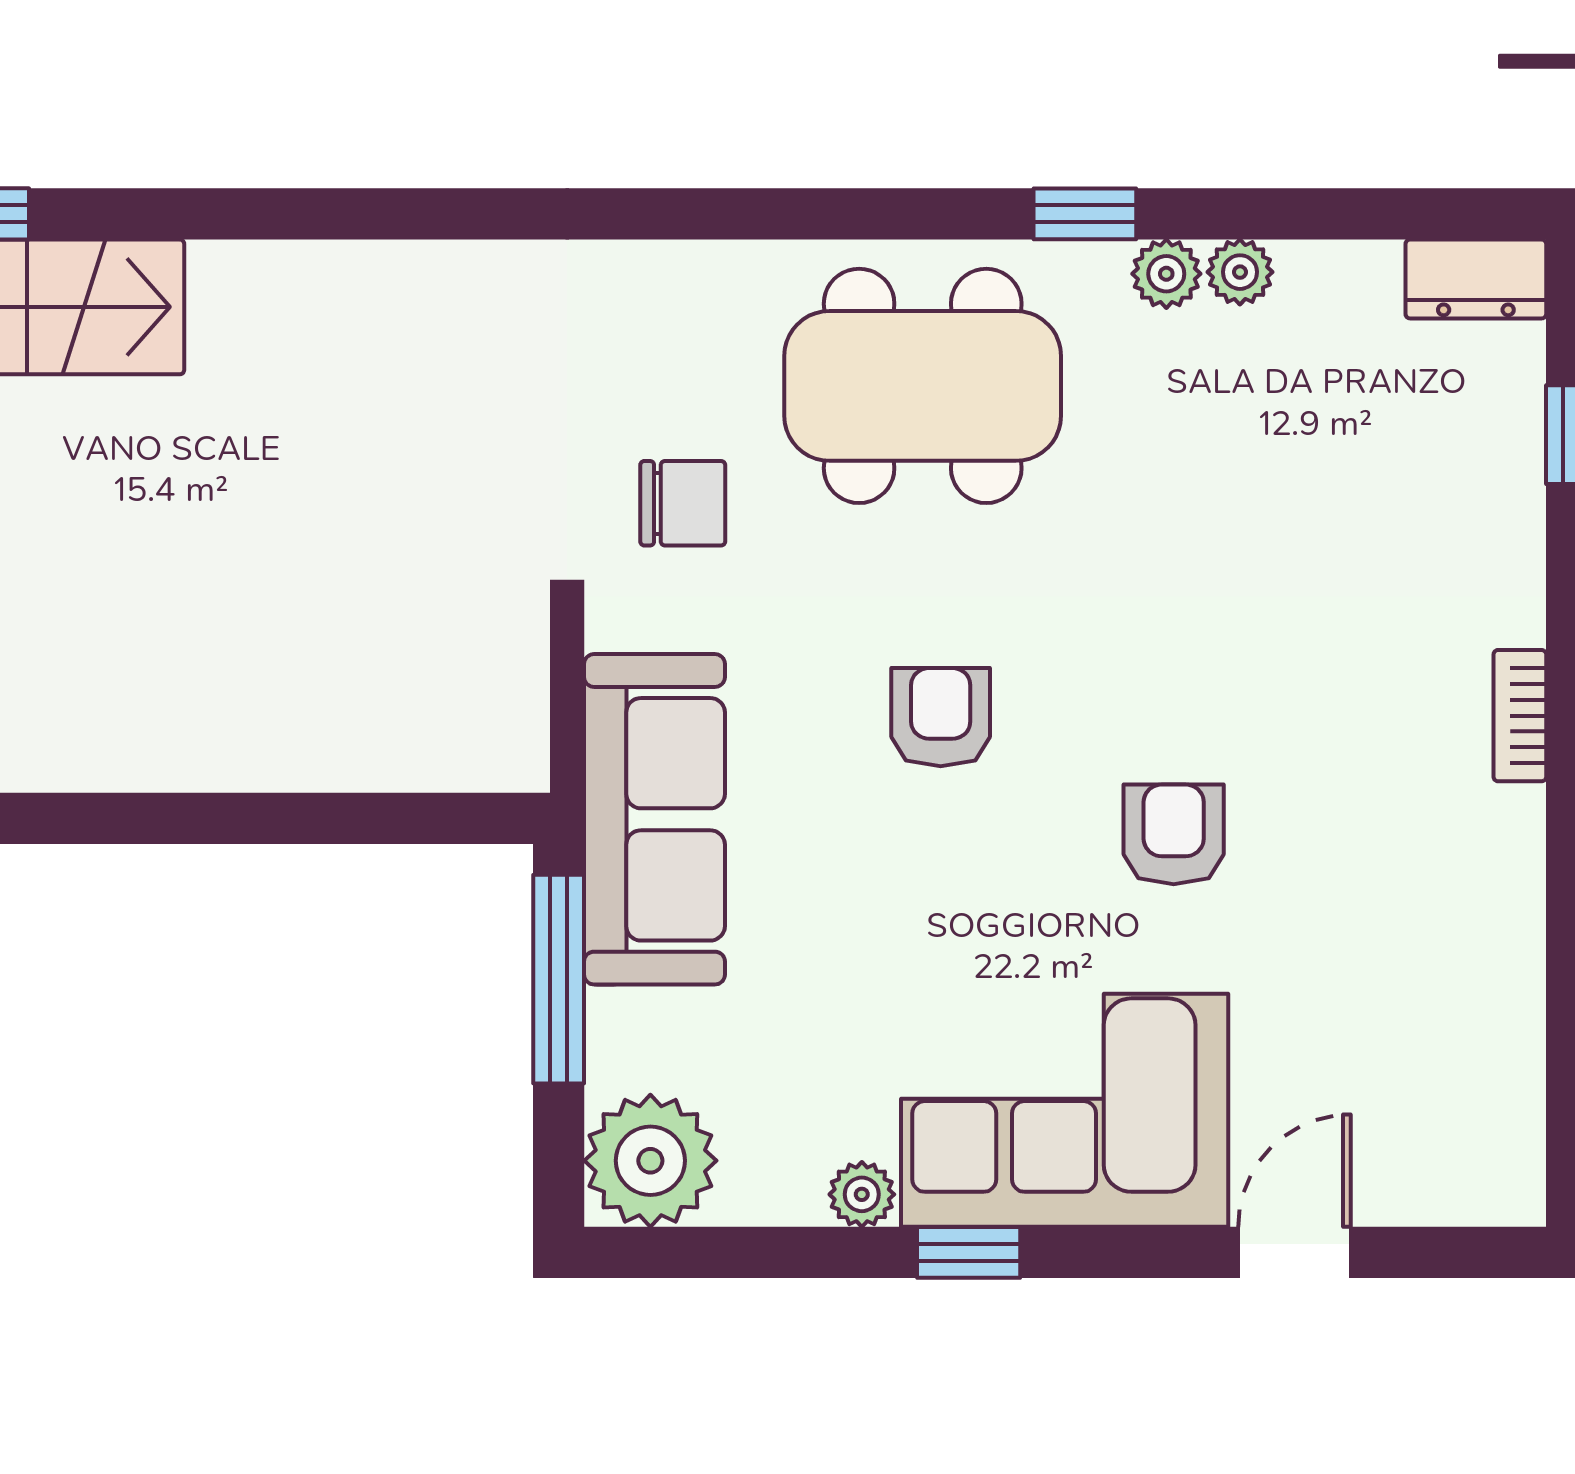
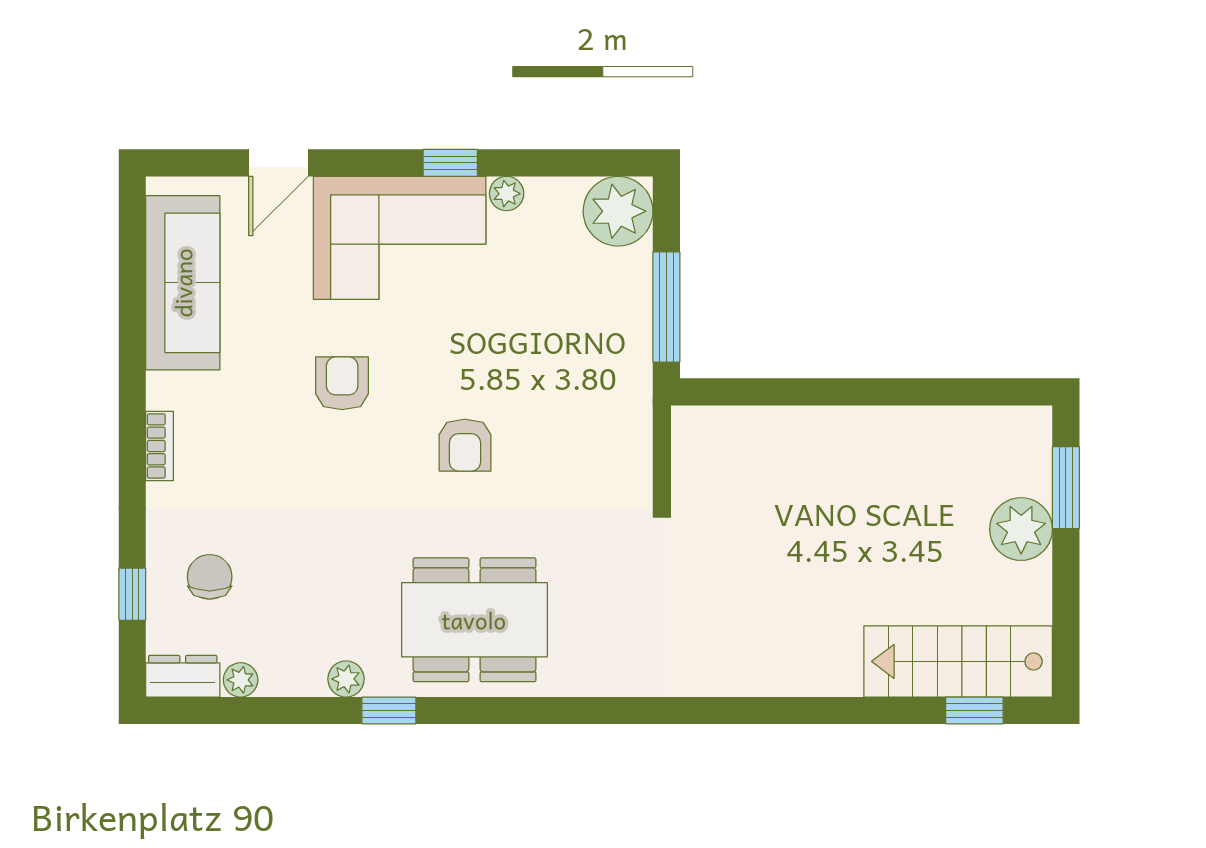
plant: (1240, 272) -> (241, 680), moved
chair: (683, 503) -> (210, 577), moved, turned 90
sofa: (655, 819) -> (183, 283), moved, turned 180
armchair: (1174, 834) -> (342, 383), turned 180

